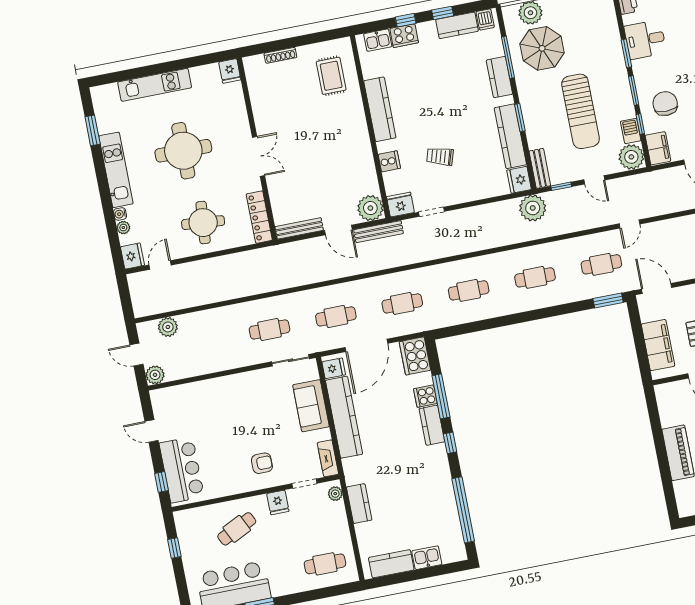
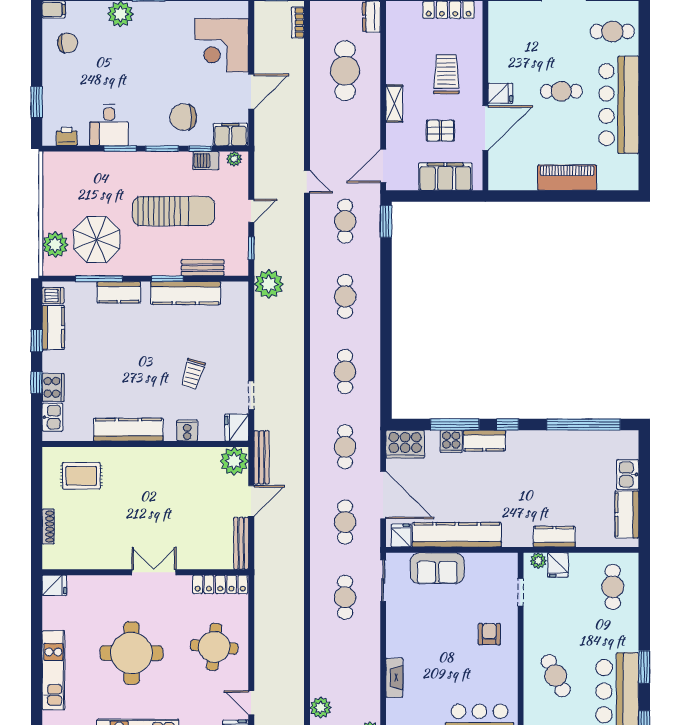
plant: (631, 157) -> (234, 159), width x0.53, depth x0.53
bench: (540, 168) -> (203, 268), moved
fridge: (519, 180) -> (235, 293), removed
fireplace: (328, 458) -> (394, 678), moved, turned -90
fridge: (278, 502) -> (558, 565), moved, turned 90

